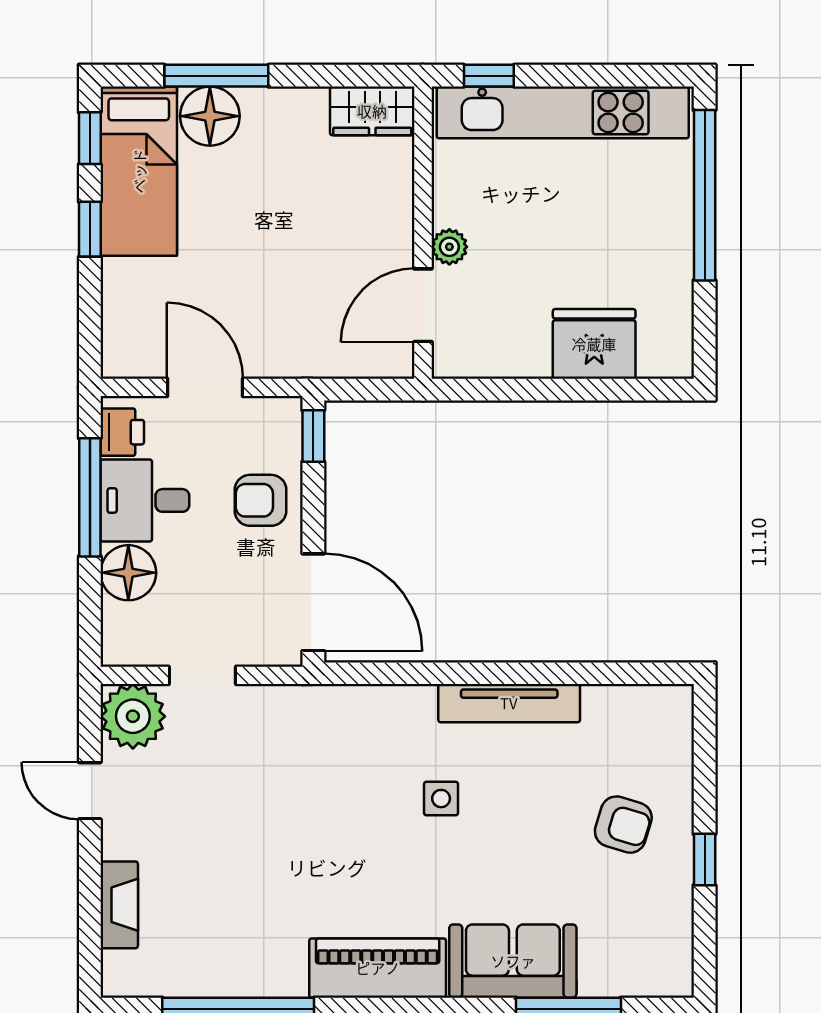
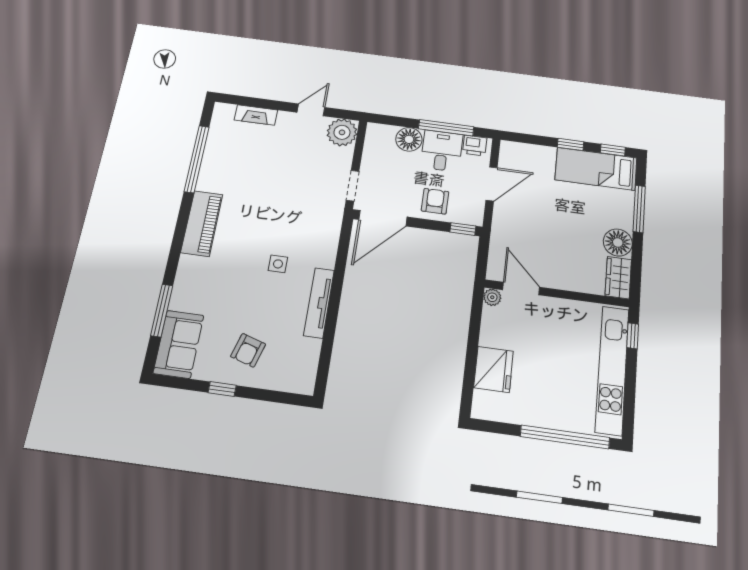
floor lamp: (210, 116) -> (618, 243), moved
plant: (449, 247) -> (492, 297), moved
doorway: (202, 675) -> (353, 186), moved
sofa: (513, 961) -> (179, 344), moved

